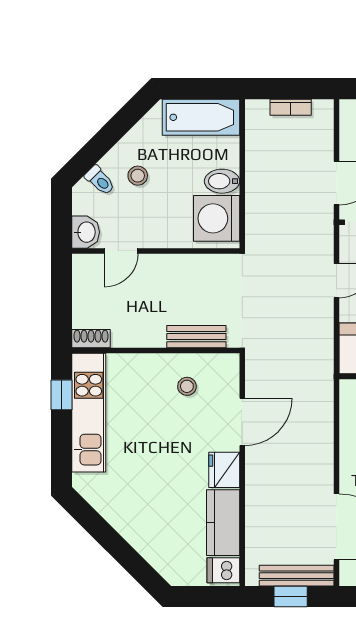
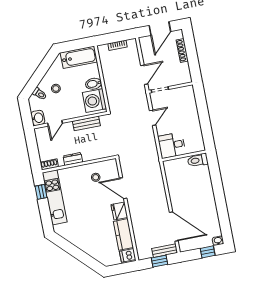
dresser: (145, 337) -> (73, 159), added
bench: (196, 337) -> (86, 123), moved
door: (242, 422) -> (123, 188), swing flipped
bench: (297, 576) -> (165, 251), width x0.73

